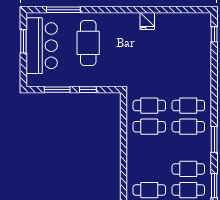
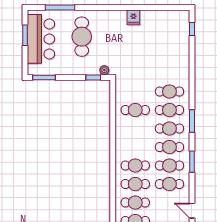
plant: (114, 81) -> (104, 70), added
window: (57, 90) -> (44, 77), moved
window: (88, 90) -> (93, 77), moved
cafe table: (149, 106) -> (169, 129), moved

